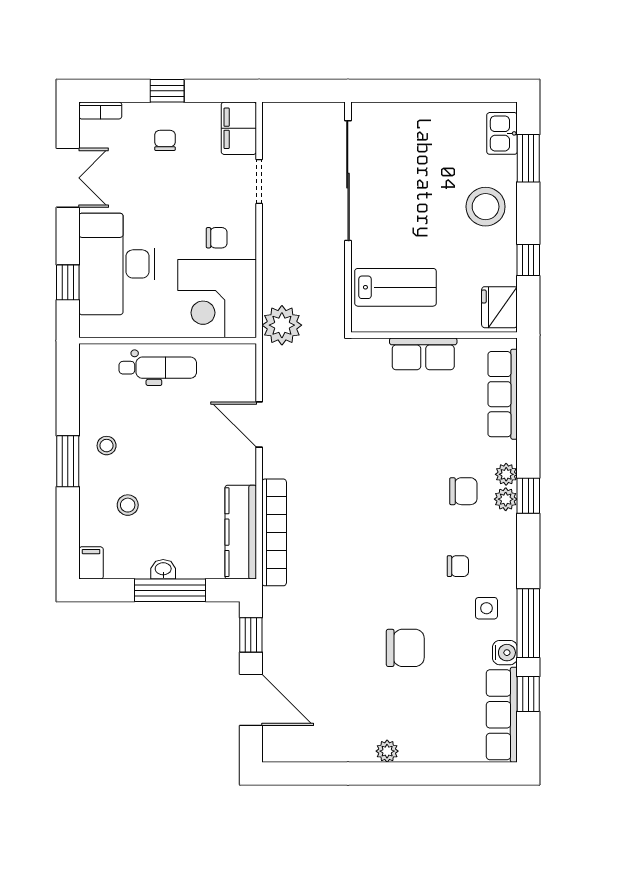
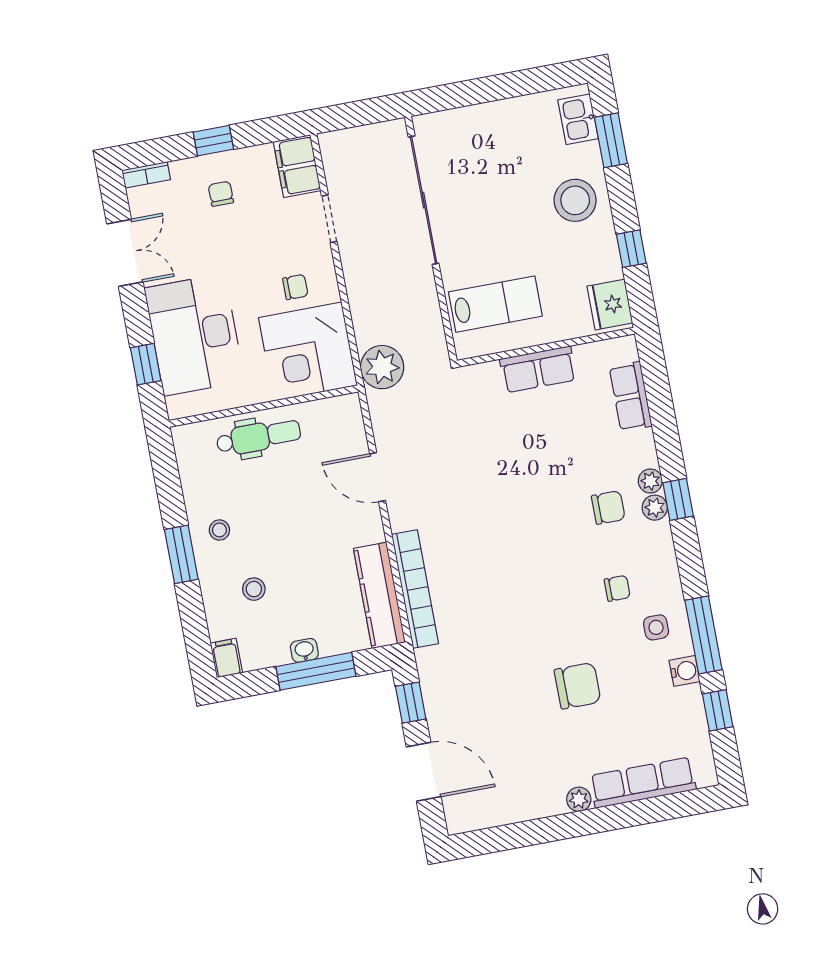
row of seats: (503, 394) -> (631, 396), width x0.68
row of seats: (502, 715) -> (643, 783), moved, turned 90

